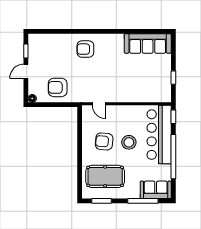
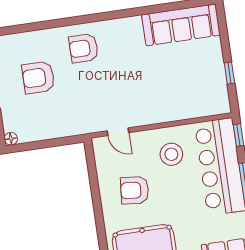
armchair: (58, 87) -> (38, 77), moved
stool: (129, 142) -> (171, 154), moved

